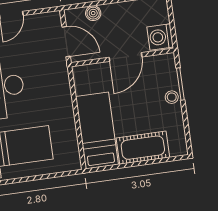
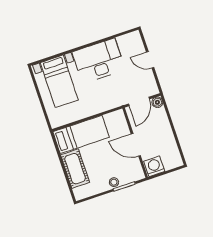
boiler: (93, 13) -> (157, 102), moved

